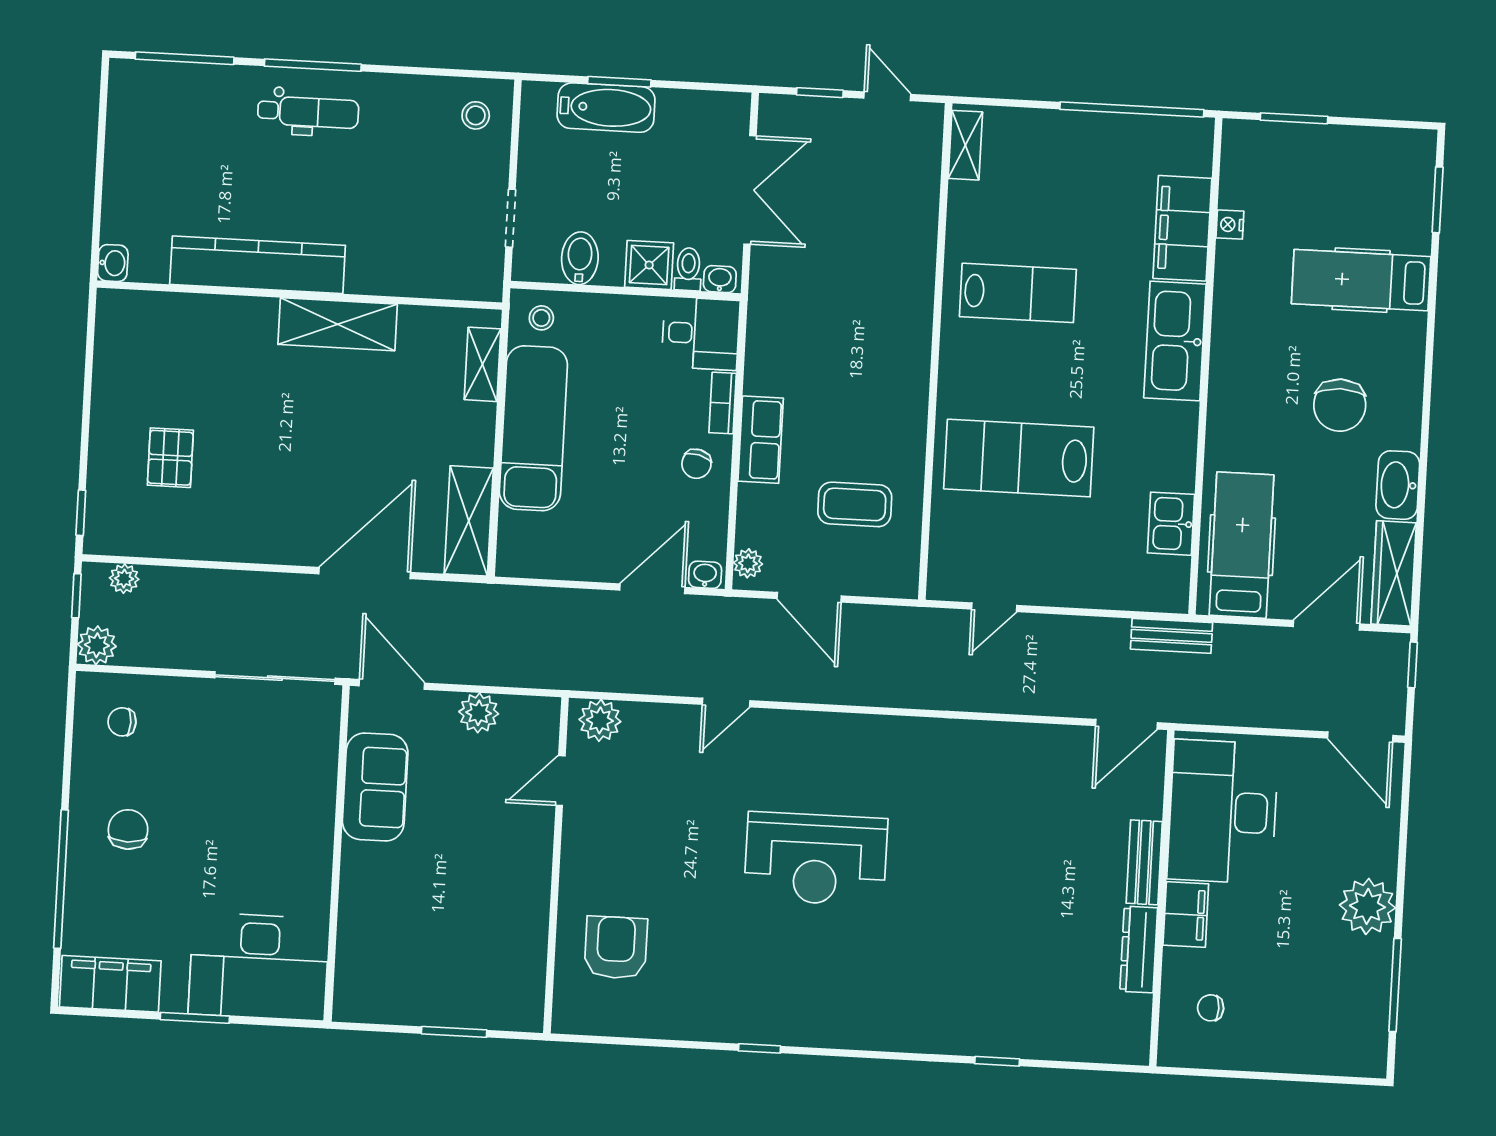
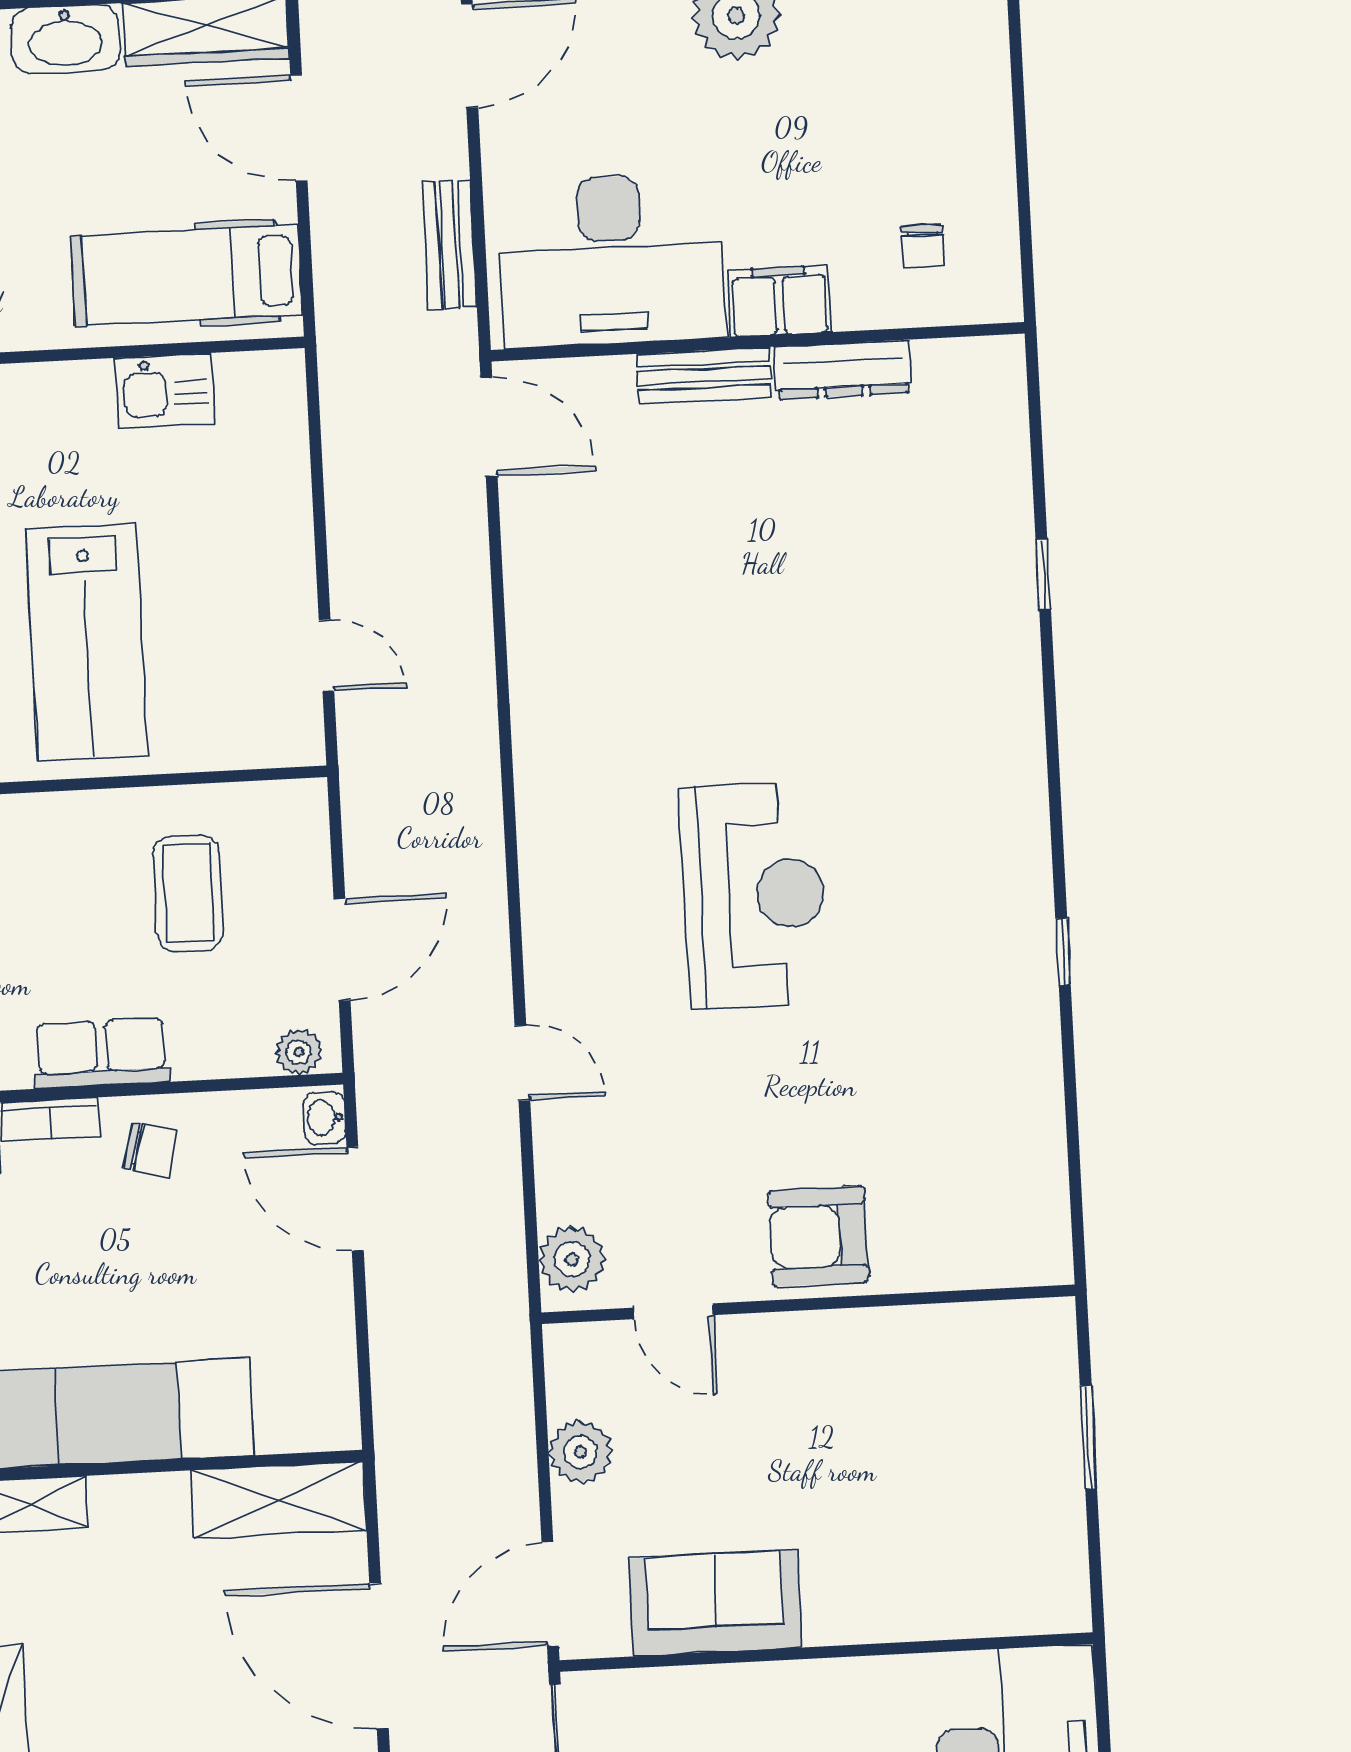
bench: (1172, 636) -> (449, 244), moved
armchair: (616, 948) -> (818, 1236), moved

